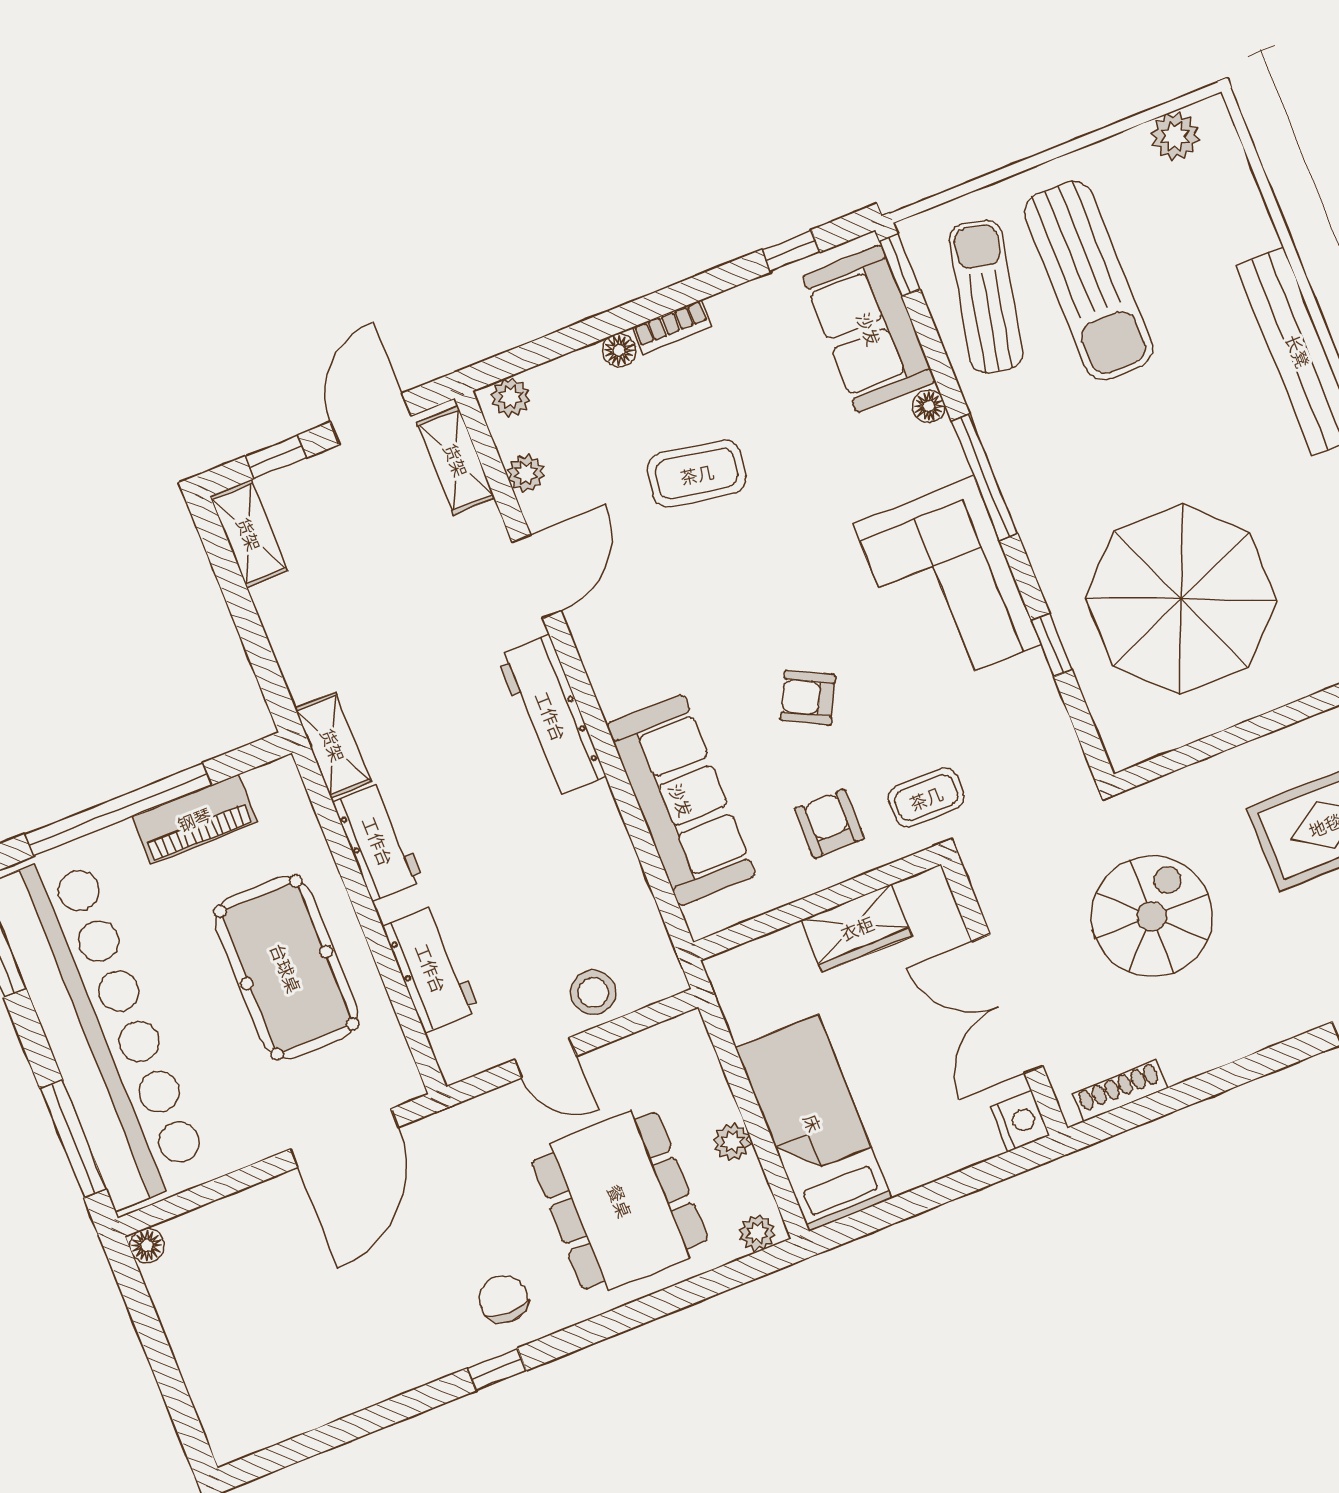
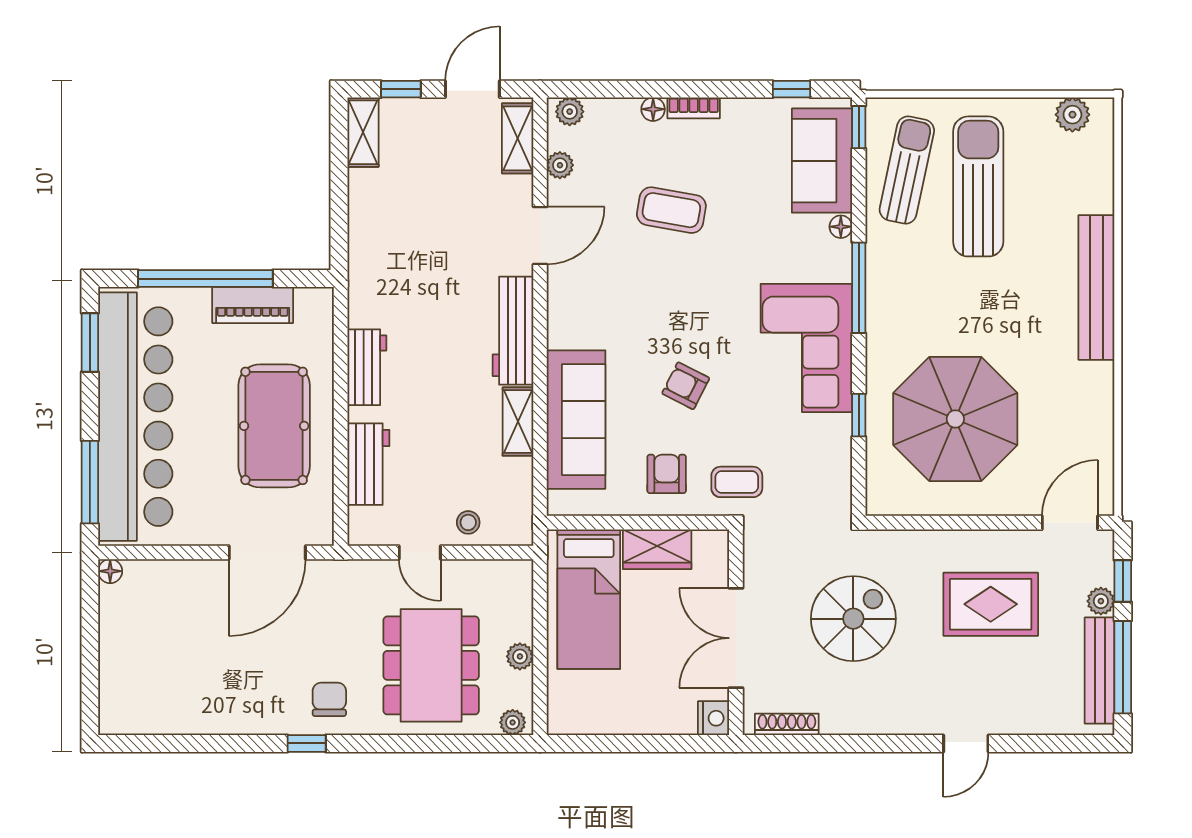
sun lounger: (1089, 281) -> (978, 186), turned 180
shelving: (333, 745) -> (518, 422), moved
stool: (593, 993) -> (468, 522), width x0.73, depth x0.73
bed: (813, 1123) -> (589, 599), moved, turned 180

